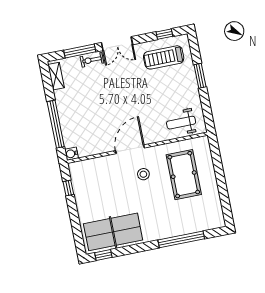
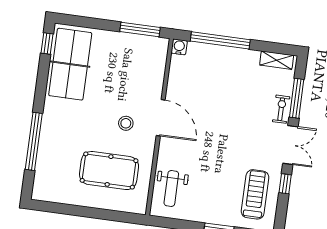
window: (164, 34) -> (285, 184), moved
double door: (117, 44) -> (290, 145), swing flipped
weight bench: (181, 123) -> (171, 189), turned 180
window: (68, 188) -> (140, 29), width x2.17

